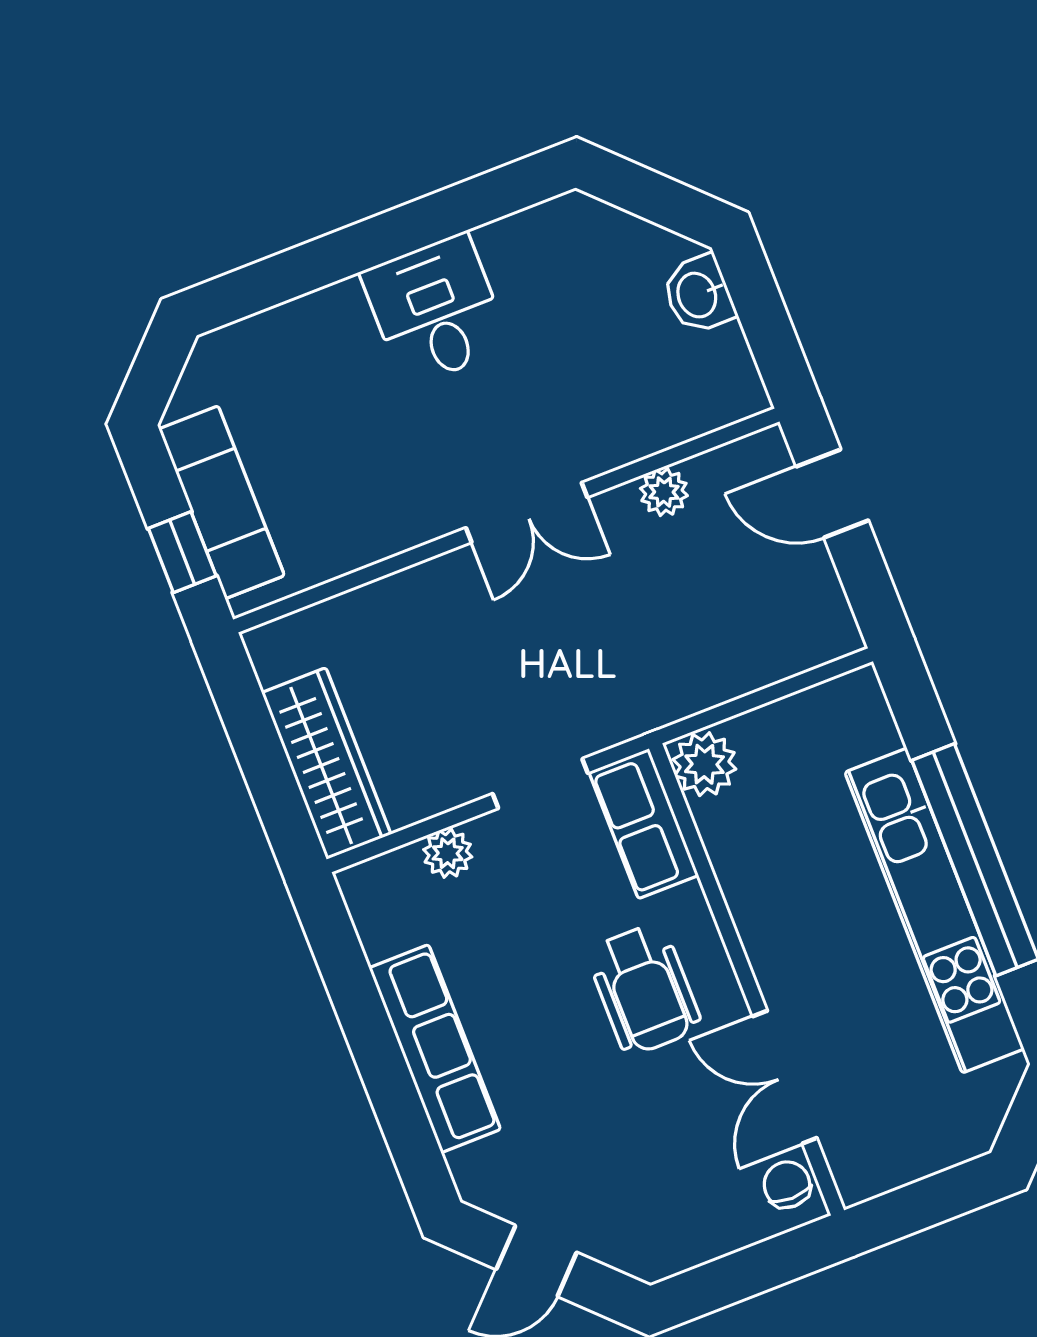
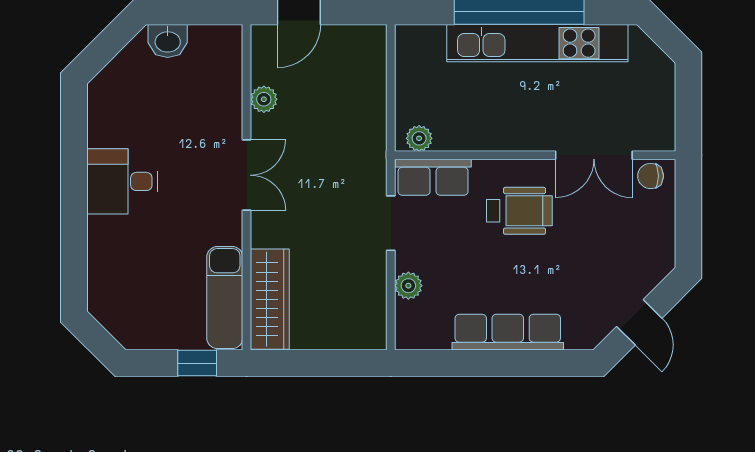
exam couch: (222, 502) -> (225, 298), moved, turned -90
wardrobe: (326, 763) -> (270, 299), moved, turned 90
plant: (704, 764) -> (419, 138), width x0.73, depth x0.73

